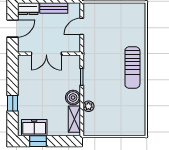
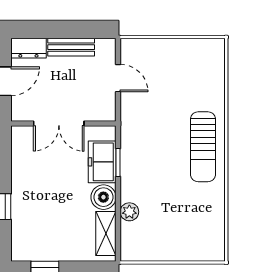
door: (82, 26) -> (118, 78), swing flipped
freezer: (34, 128) -> (102, 162), moved, turned -90

